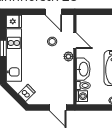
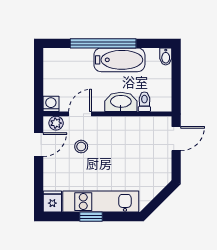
plant: (68, 56) -> (56, 123), moved
dishwasher: (27, 93) -> (155, 183), removed
washing machine: (82, 96) -> (51, 104), moved

